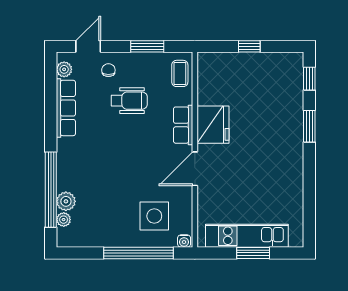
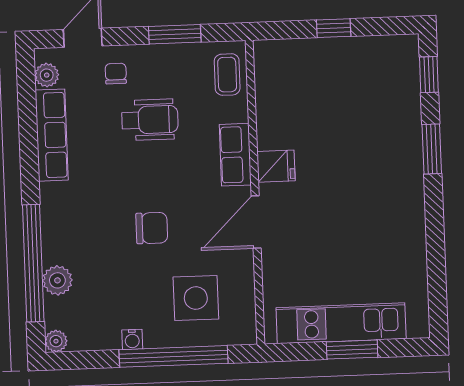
fridge: (213, 125) -> (276, 166), width x0.53, depth x0.75
chair: (128, 170) -> (152, 228), added
plant: (64, 220) -> (56, 341), moved
water cooler: (184, 241) -> (132, 339), moved

